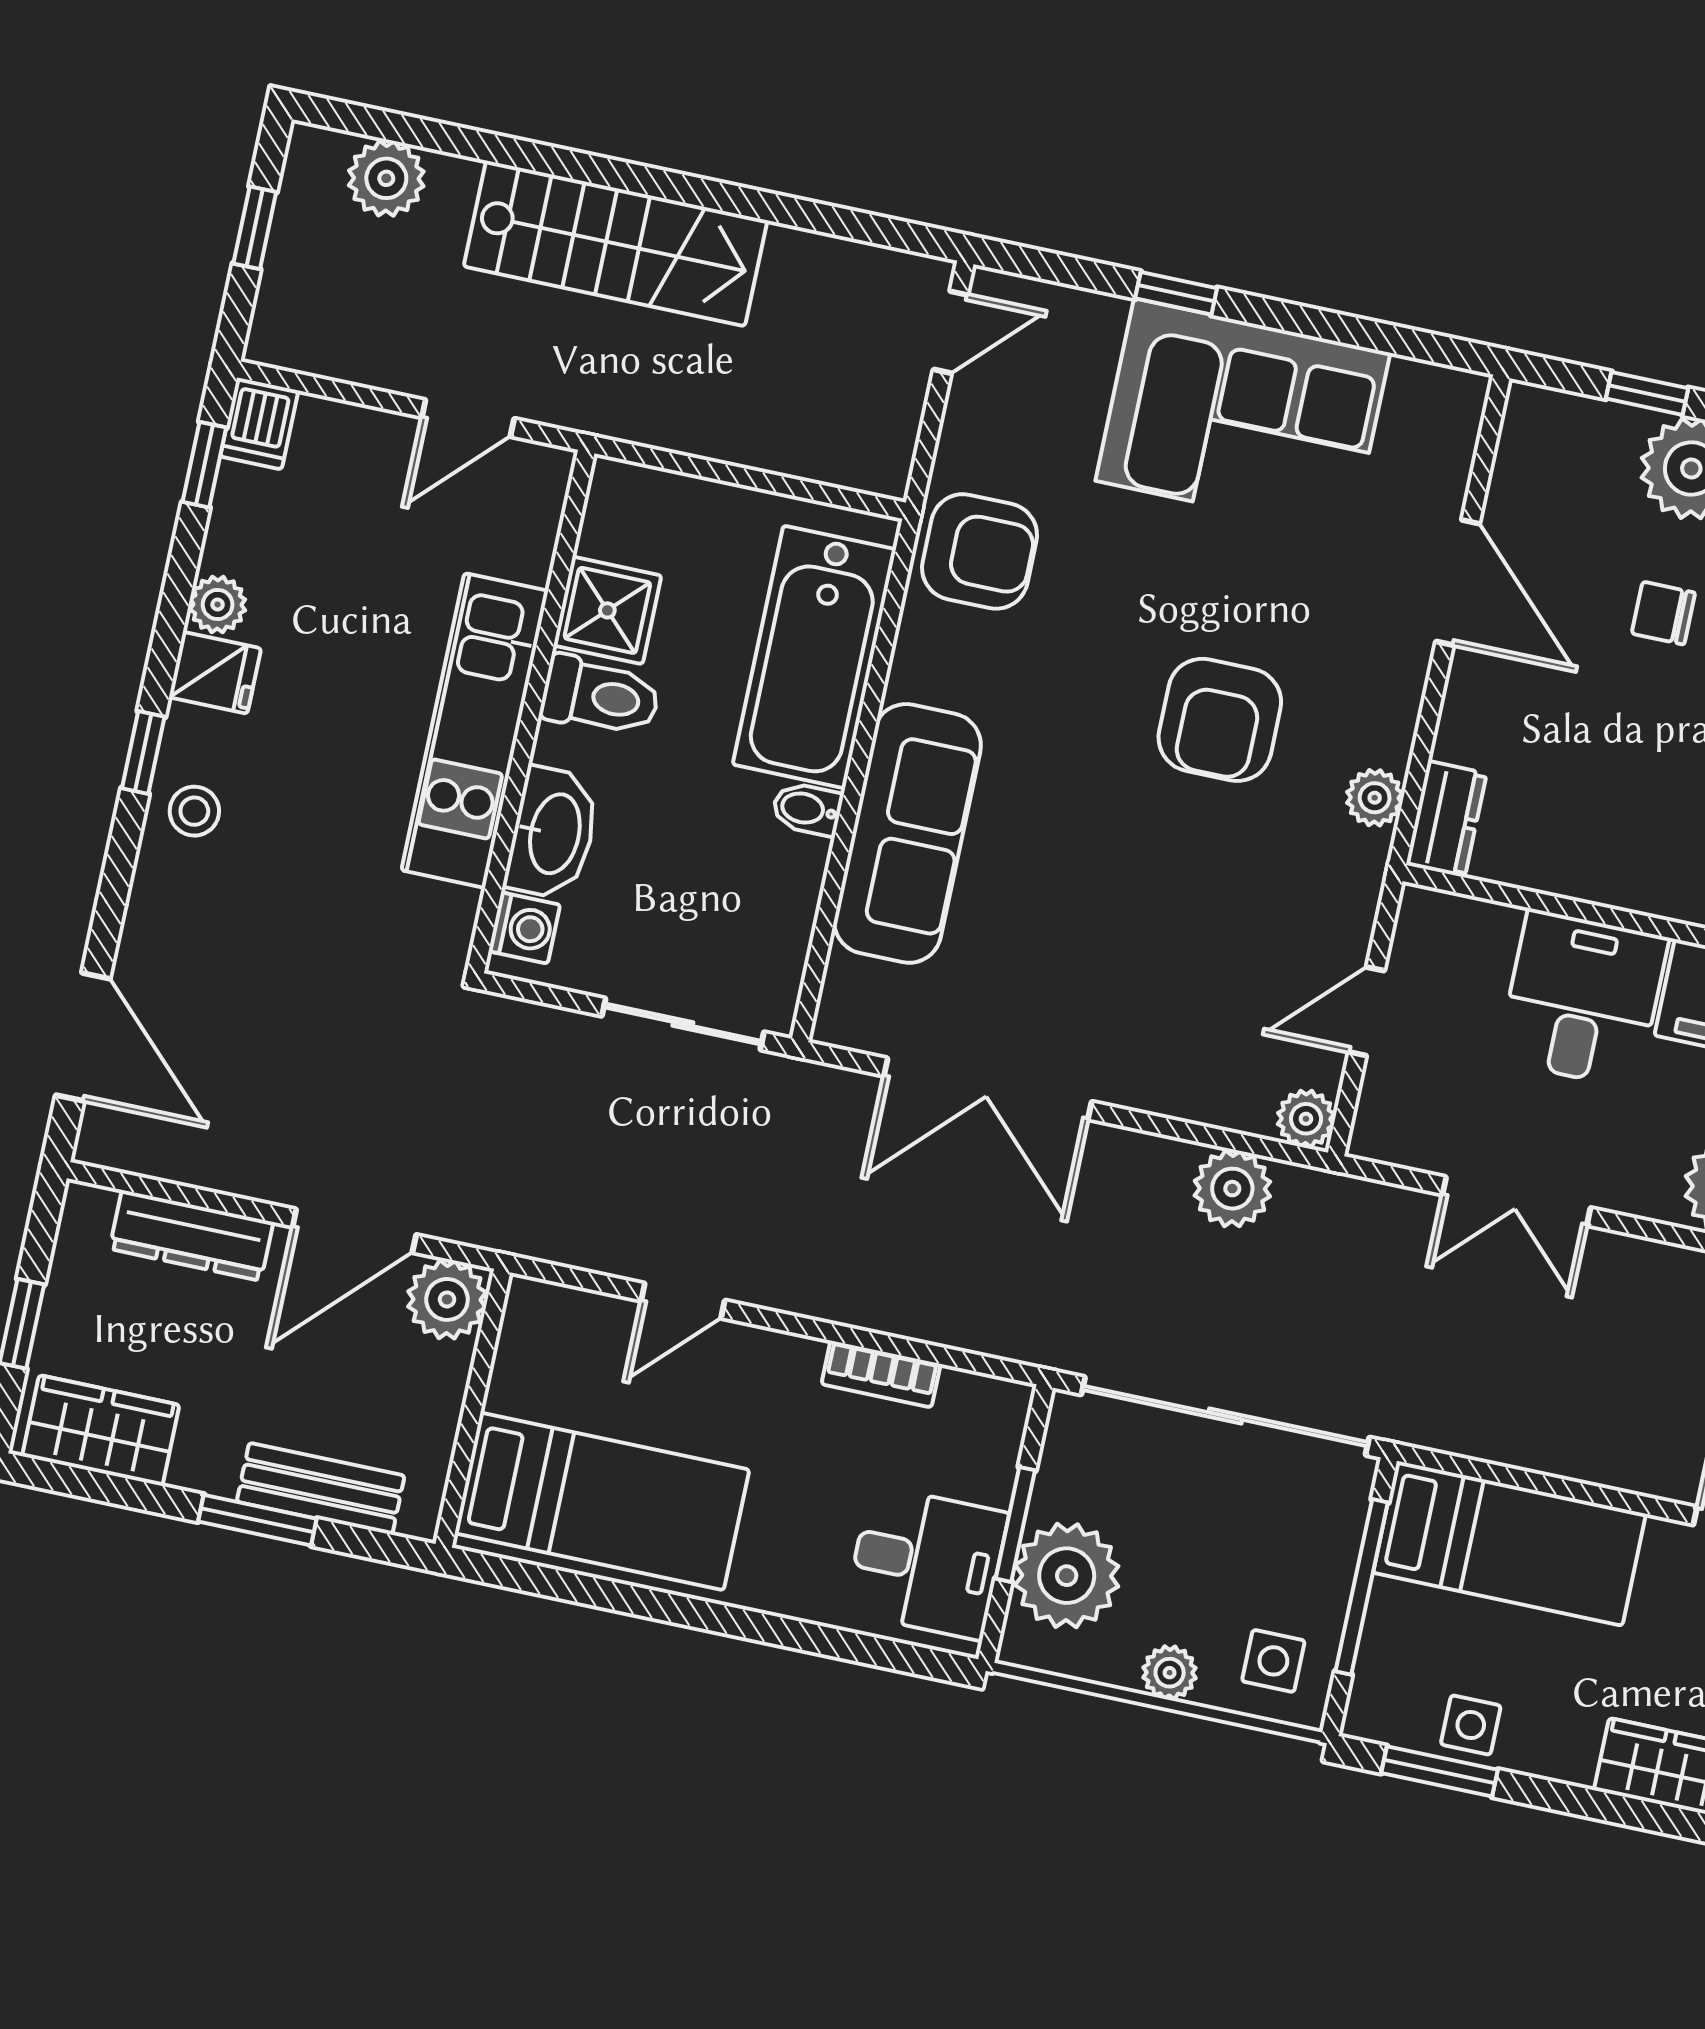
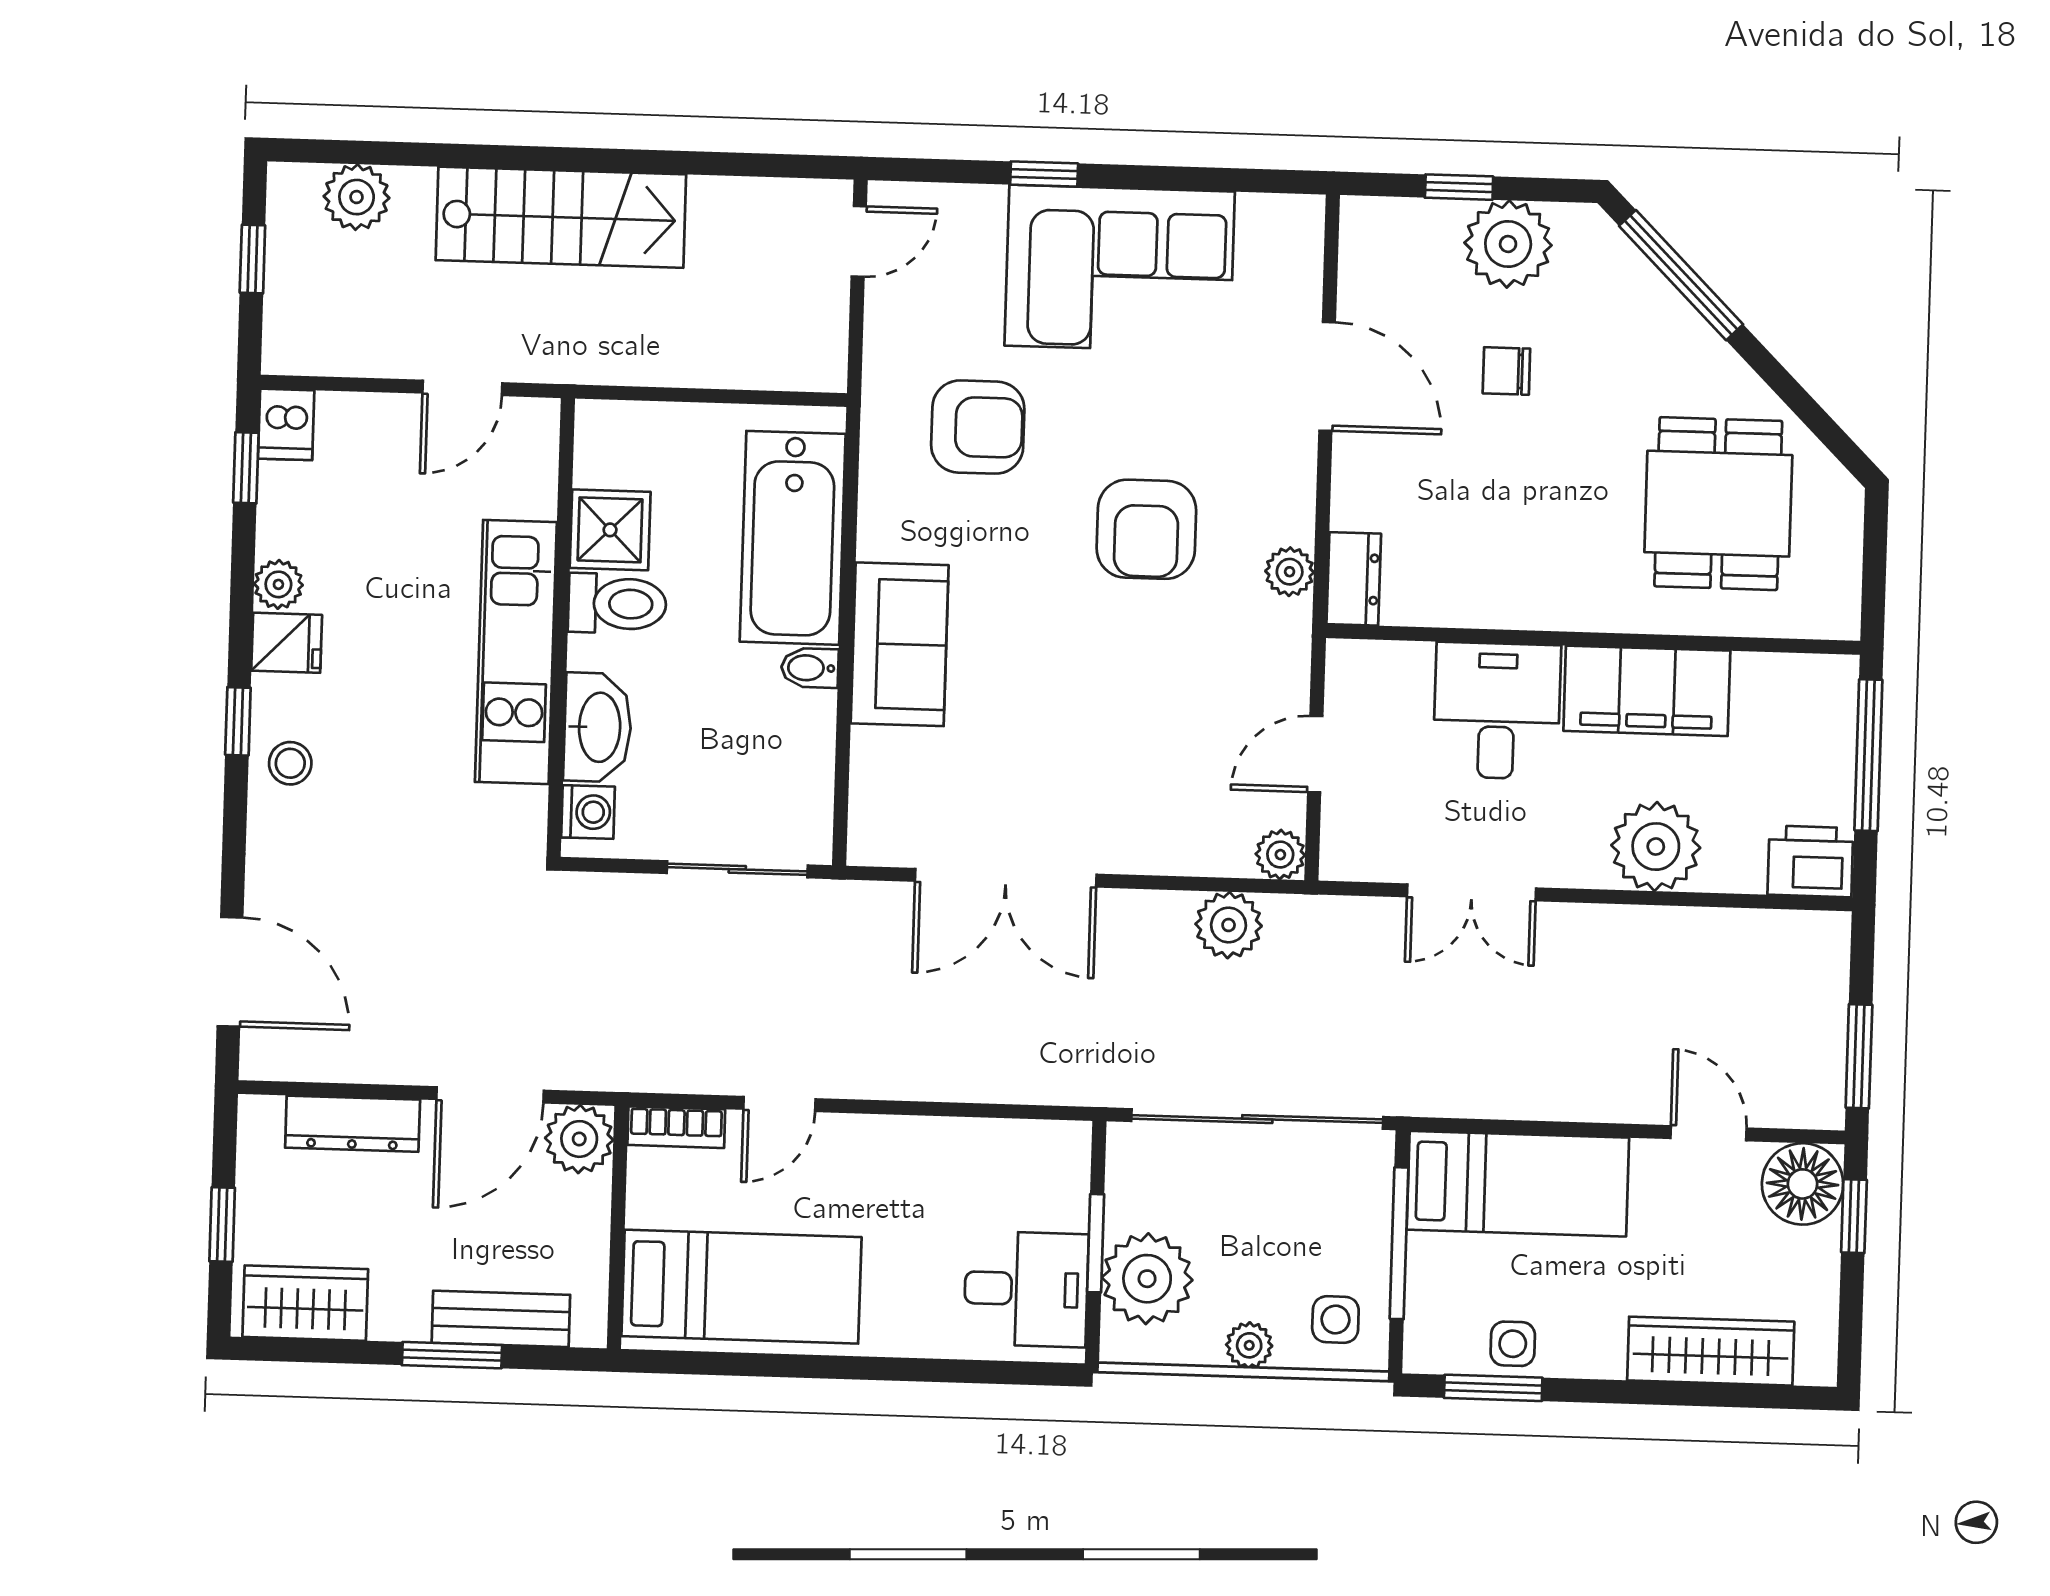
armchair: (979, 551) -> (978, 427), moved
sofa: (908, 833) -> (900, 644), width x0.73
bookcase: (881, 1374) -> (676, 1127), moved

